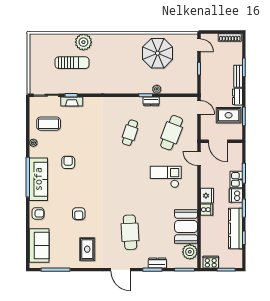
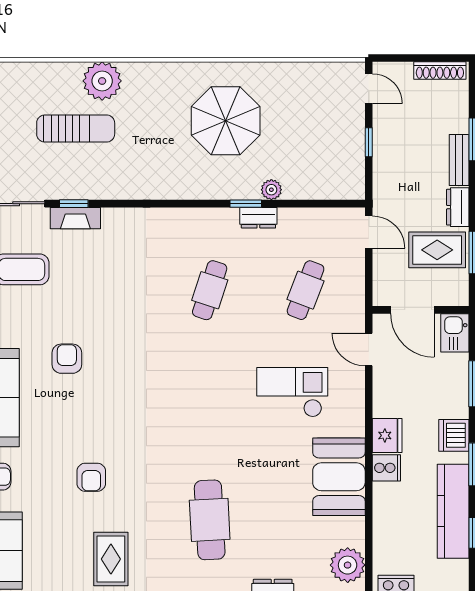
parasol: (158, 53) -> (226, 121), moved
cafe table: (172, 133) -> (306, 290), width x0.73, depth x0.74
kitchen sink: (236, 179) -> (455, 333), moved
booth: (186, 226) -> (339, 477), moved

